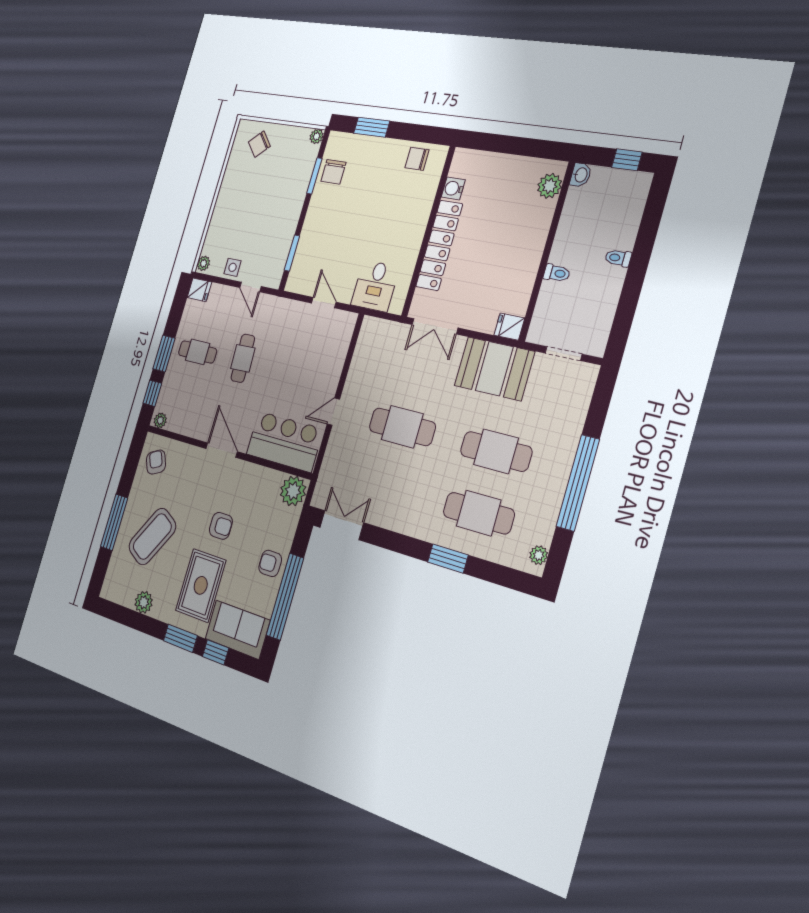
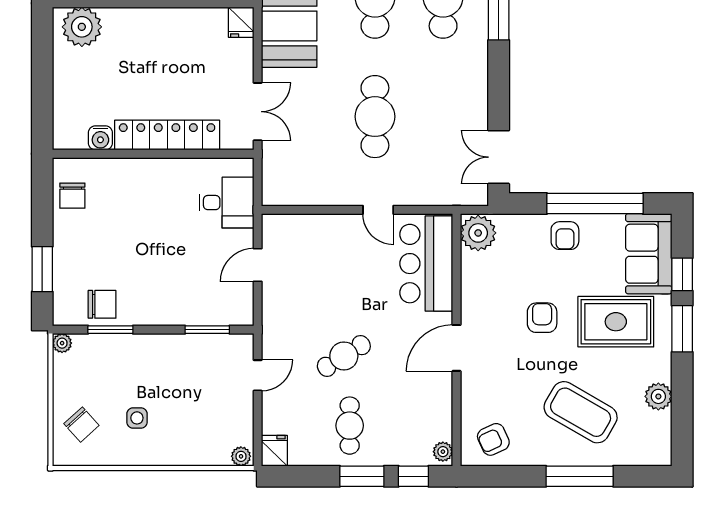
plant: (550, 186) -> (82, 27), width x1.36, depth x1.36
side table: (233, 267) -> (137, 418), moved
cafe table: (243, 358) -> (344, 356), turned -30

